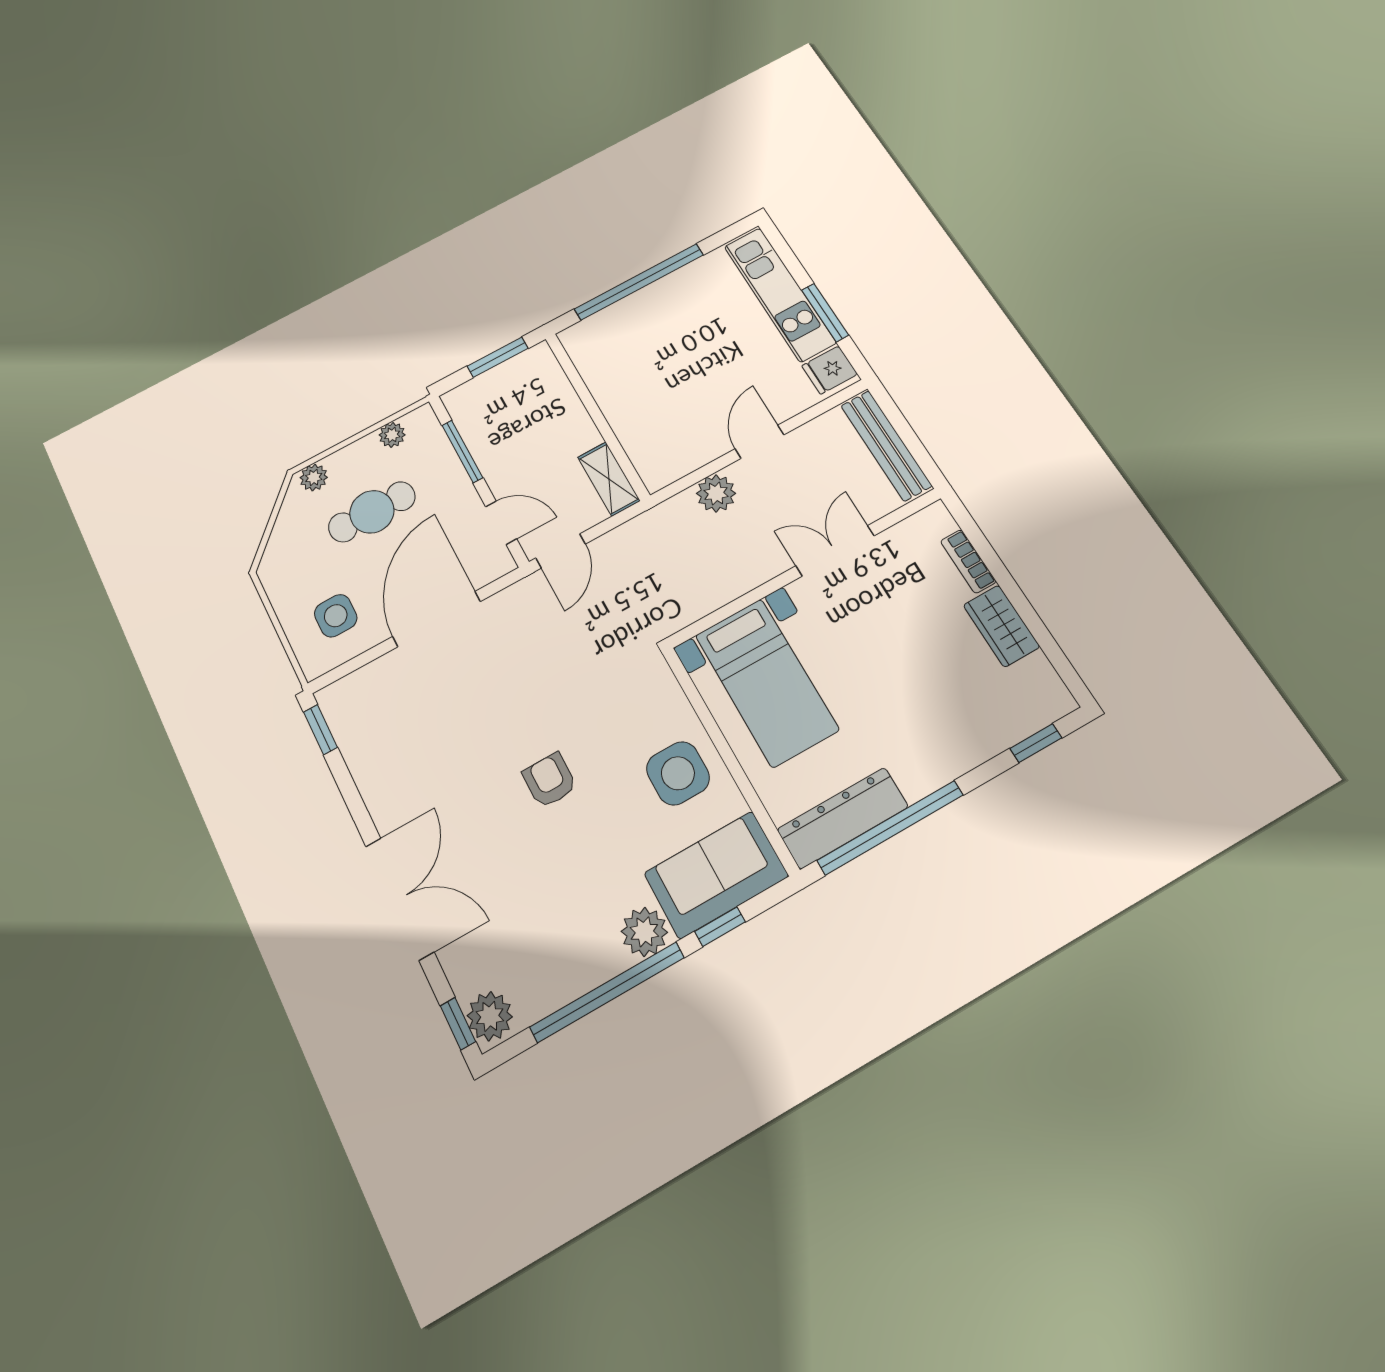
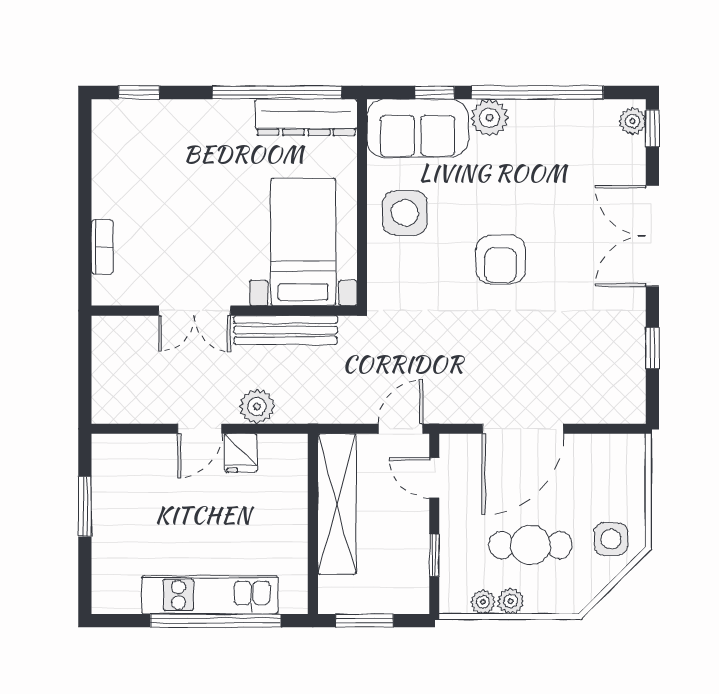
kitchen unit: (780, 294) -> (210, 595), moved, turned -90
fridge: (830, 370) -> (241, 453), moved, turned 90
bench: (886, 445) -> (286, 330), moved, turned 90
window: (462, 451) -> (434, 555), width x0.67
plant: (314, 478) -> (511, 601), moved
shelving: (609, 479) -> (337, 504), width x2.20, depth x1.33
side table: (336, 616) -> (611, 539), moved
wardrobe: (1001, 626) -> (109, 187), removed
window: (321, 730) -> (652, 348), moved
armchair: (550, 780) -> (501, 260), width x1.38, depth x1.38
plant: (490, 1016) -> (632, 121), width x0.73, depth x0.73

